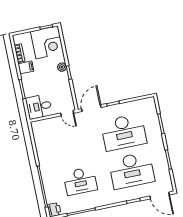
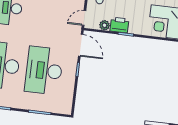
plant: (62, 67) -> (105, 25), moved
printer: (63, 81) -> (119, 25), added

